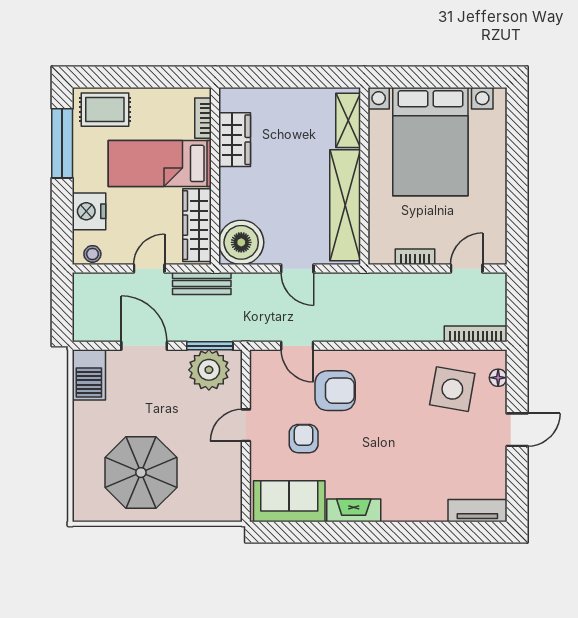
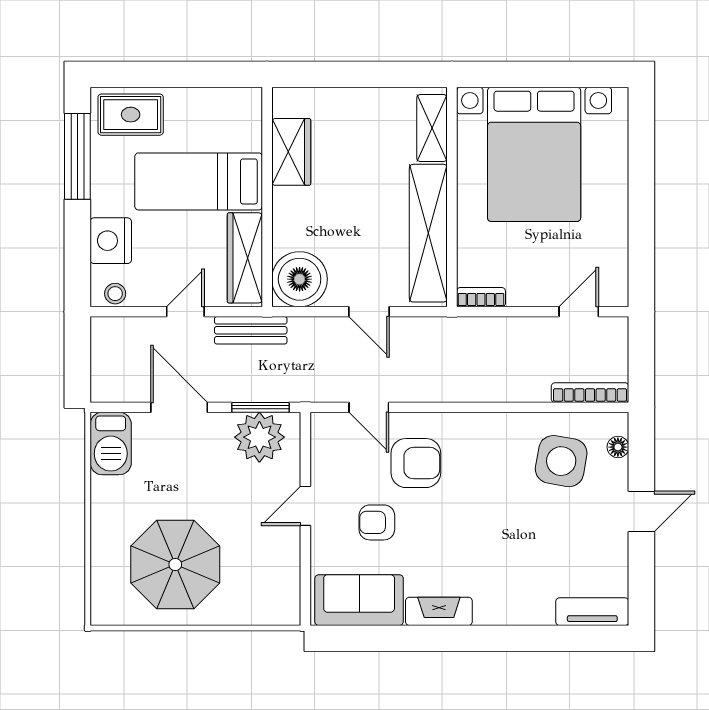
bookcase: (203, 118) -> (252, 125), removed
bookcase: (415, 257) -> (481, 297), moved
armchair: (304, 439) -> (377, 522), turned -90

